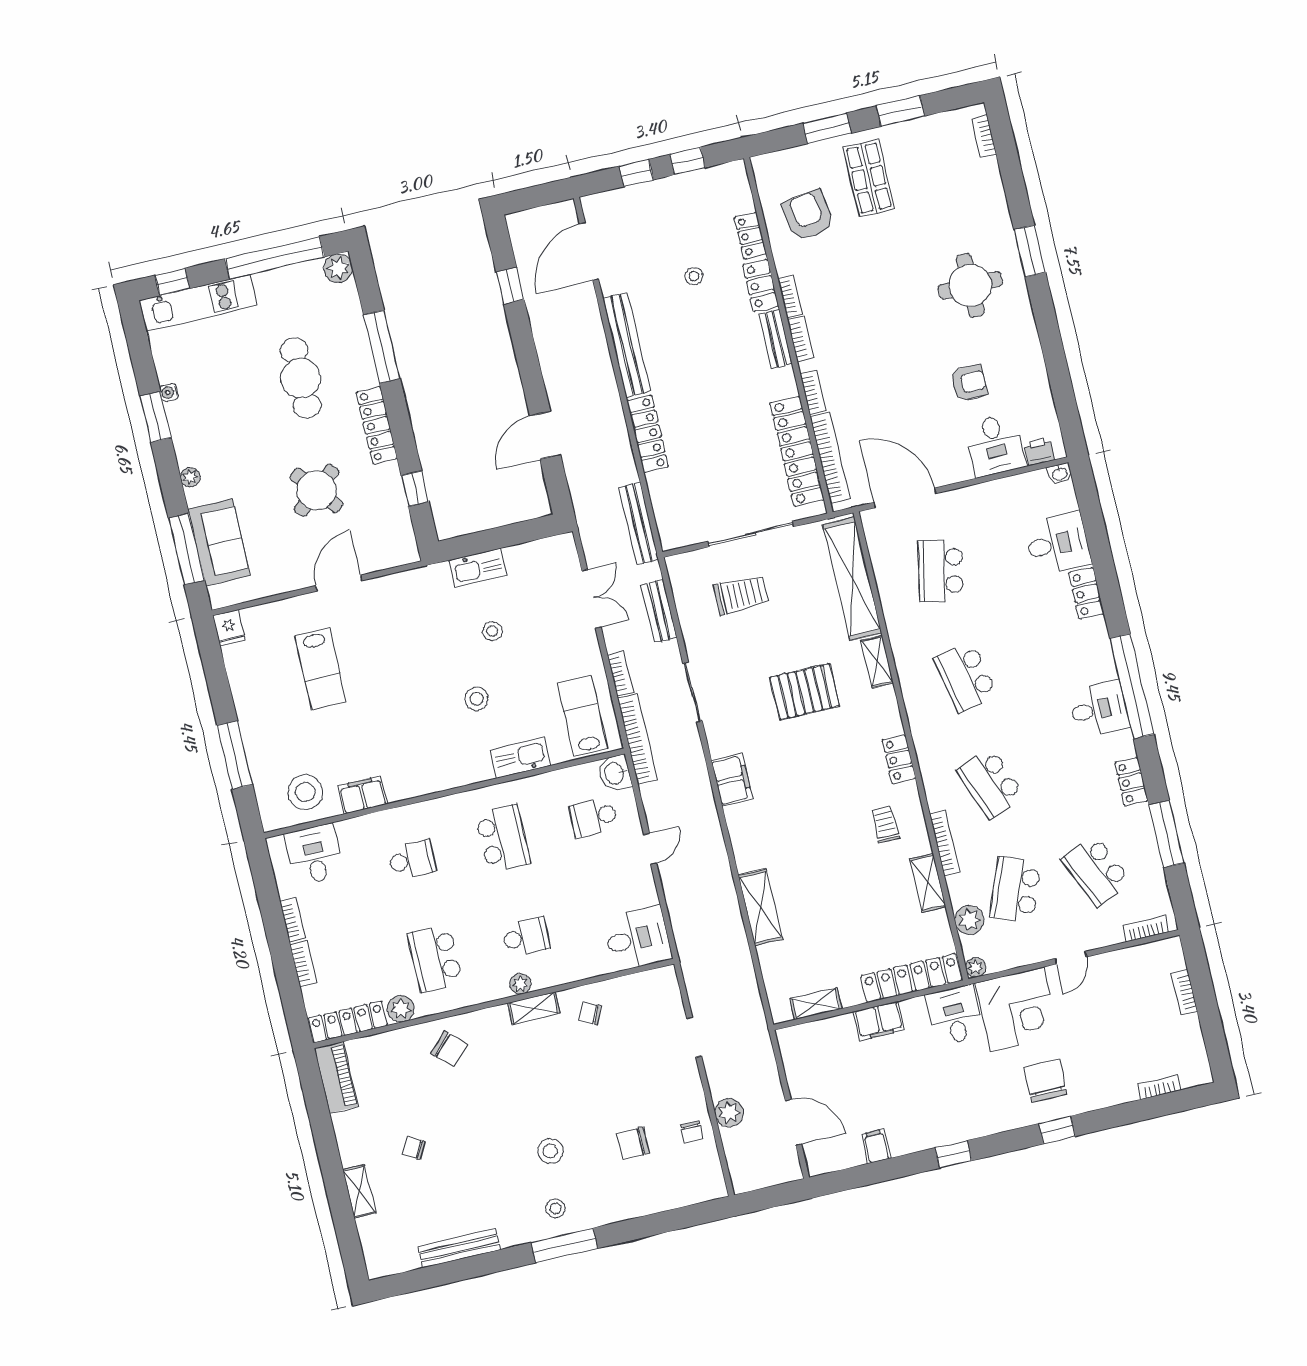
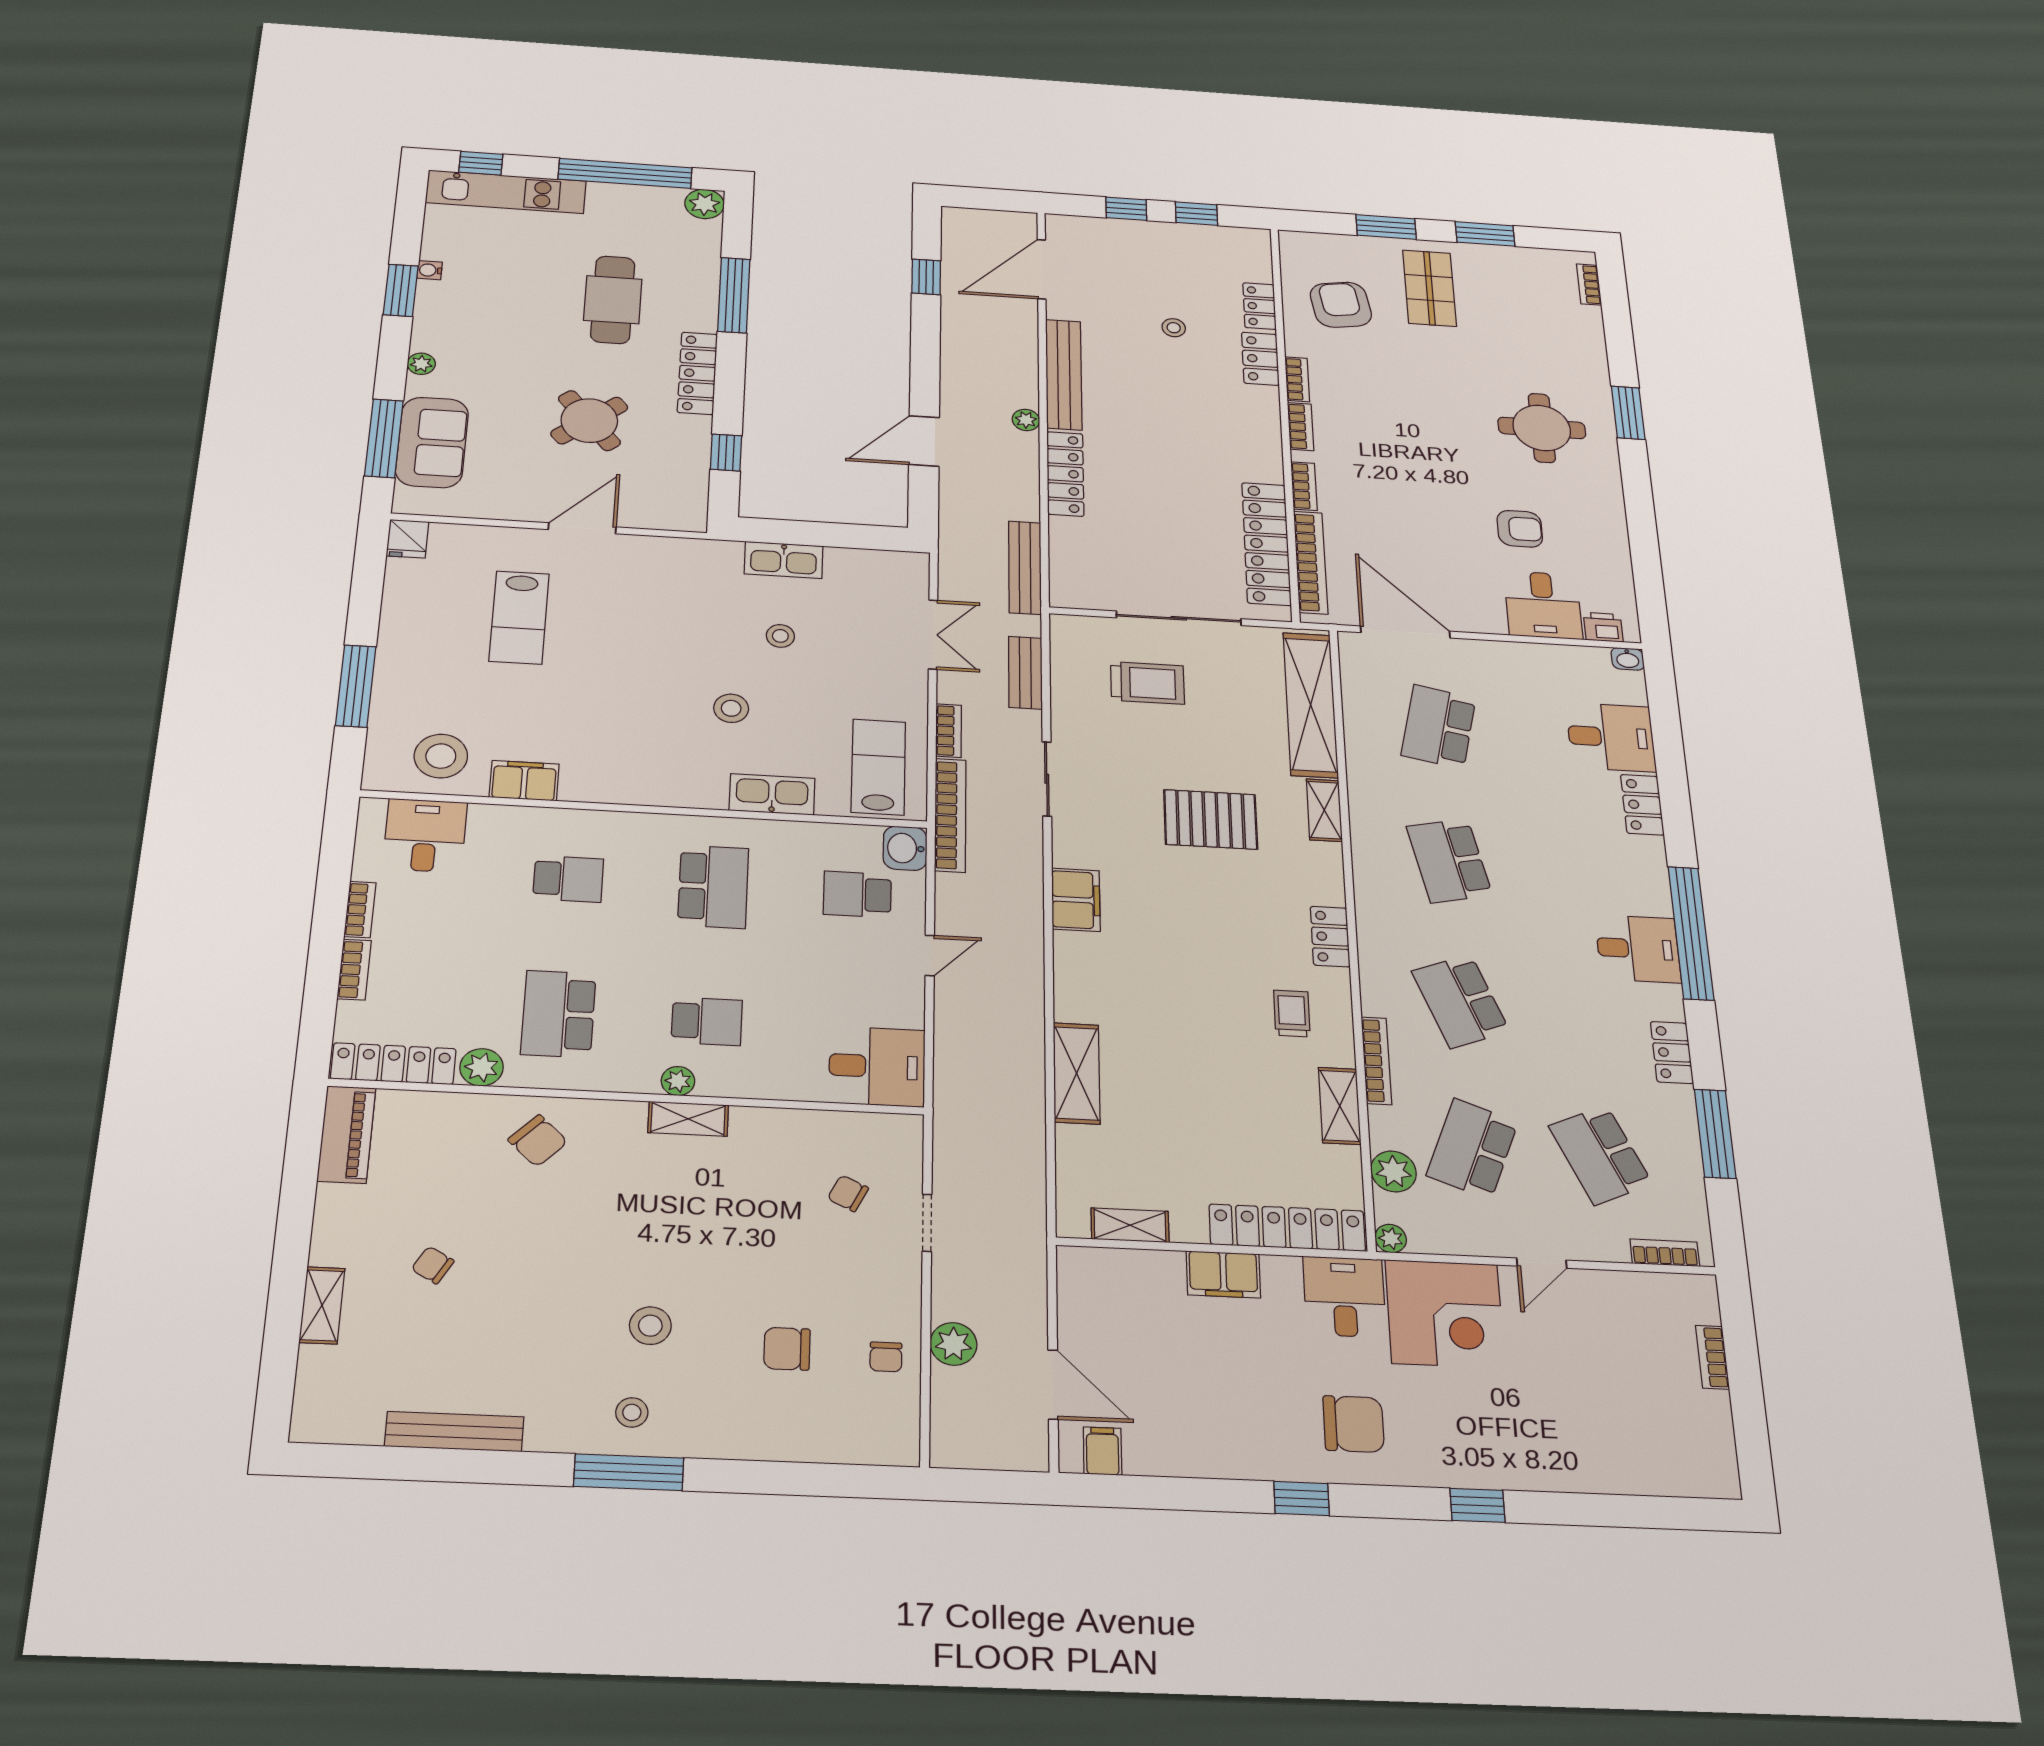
bench: (775, 339) -> (1267, 418), removed
plant: (610, 394) -> (1026, 420), added
chair: (590, 1013) -> (848, 1193), moved
chair: (1046, 1081) -> (1354, 1424), moved, turned 90
bookcase: (1159, 1087) -> (1653, 1484), removed
filing cabinet: (876, 1146) -> (1103, 1451), moved

